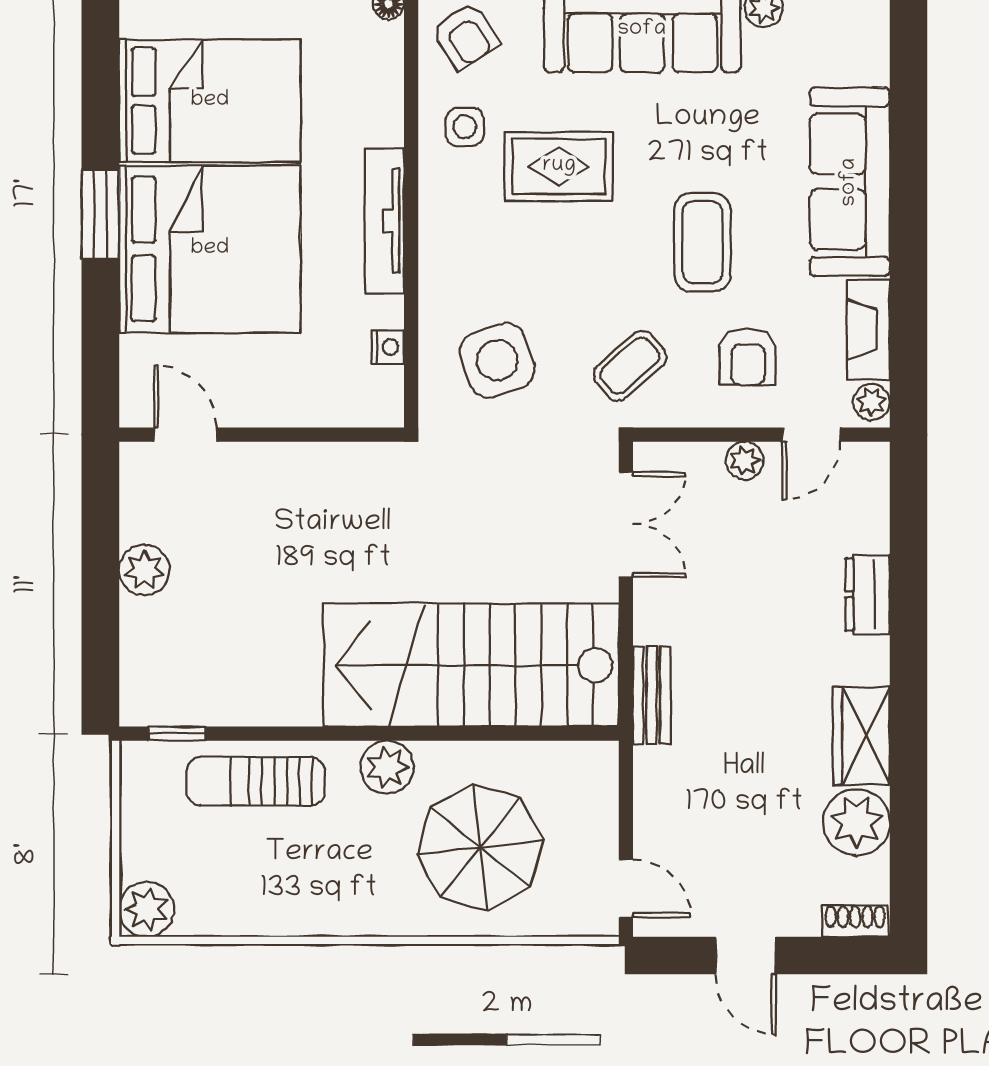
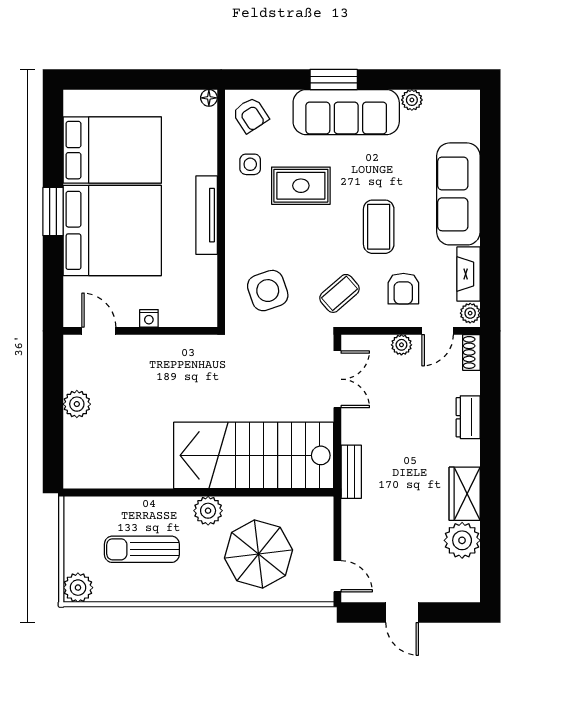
nightstand: (388, 347) -> (149, 318), moved, turned 90
window: (177, 734) -> (94, 493), removed
sun lounger: (256, 781) -> (142, 549), moved
shoe rack: (855, 921) -> (471, 352), moved, turned -90

